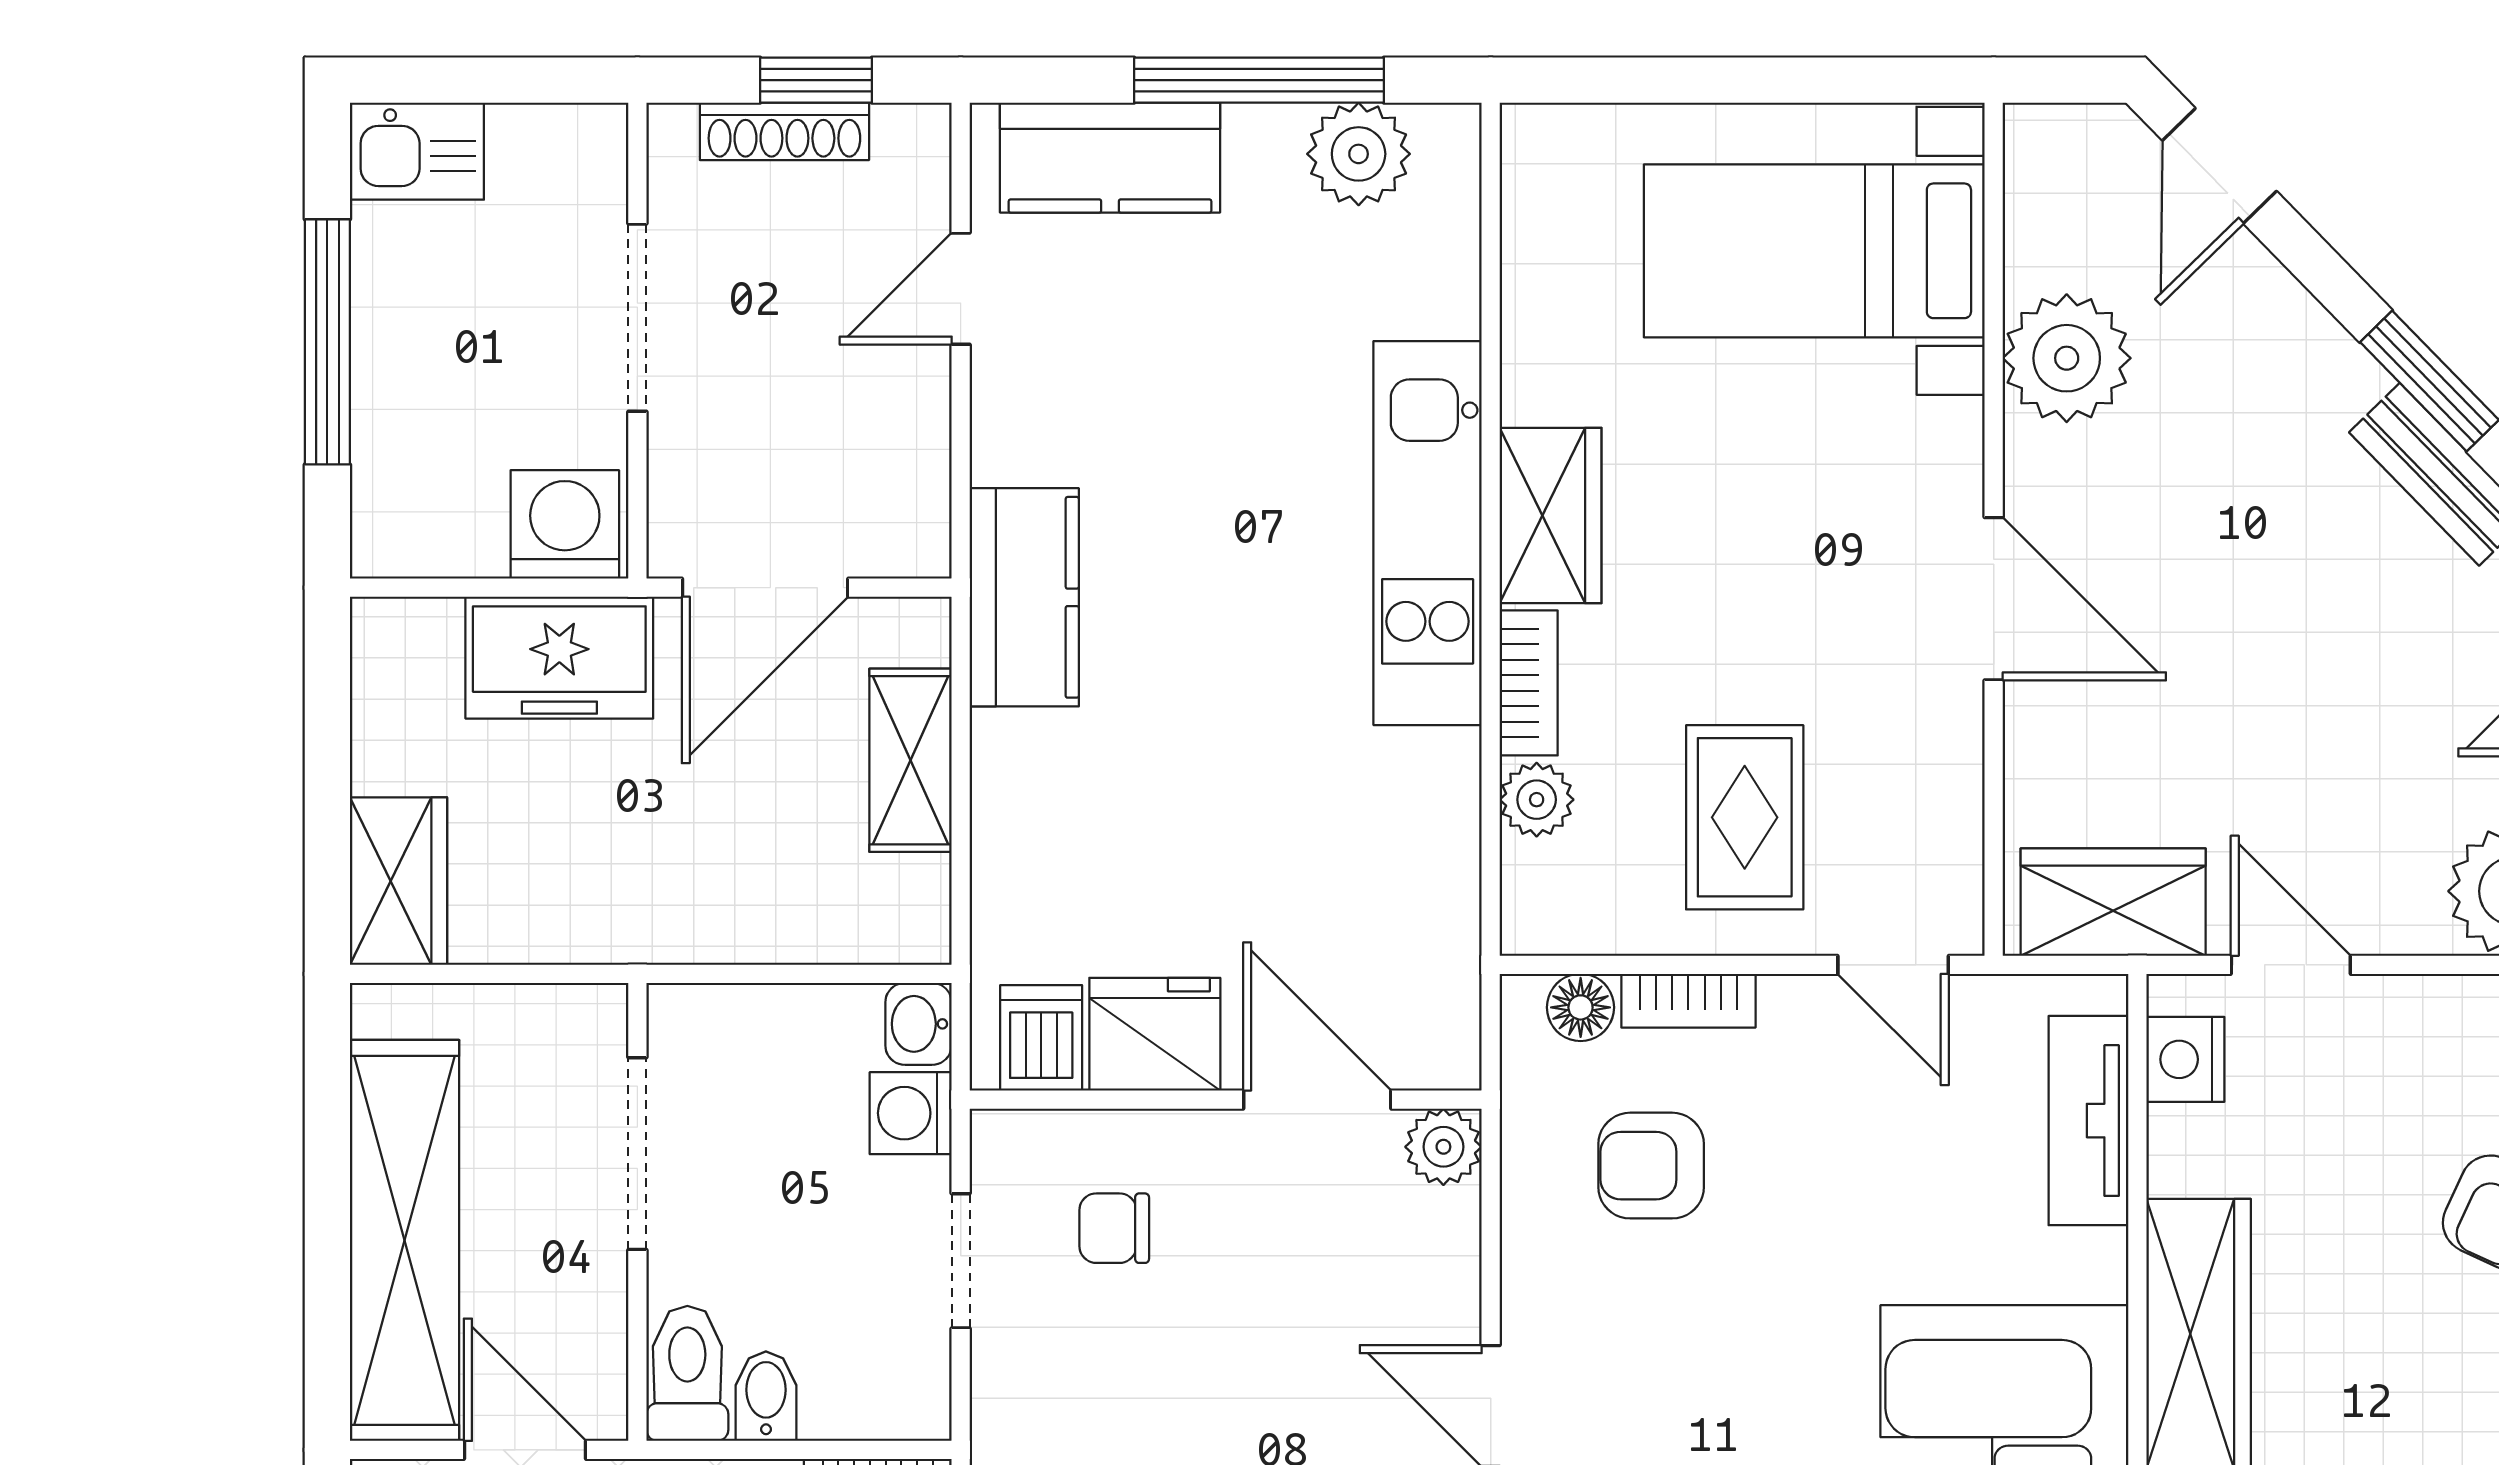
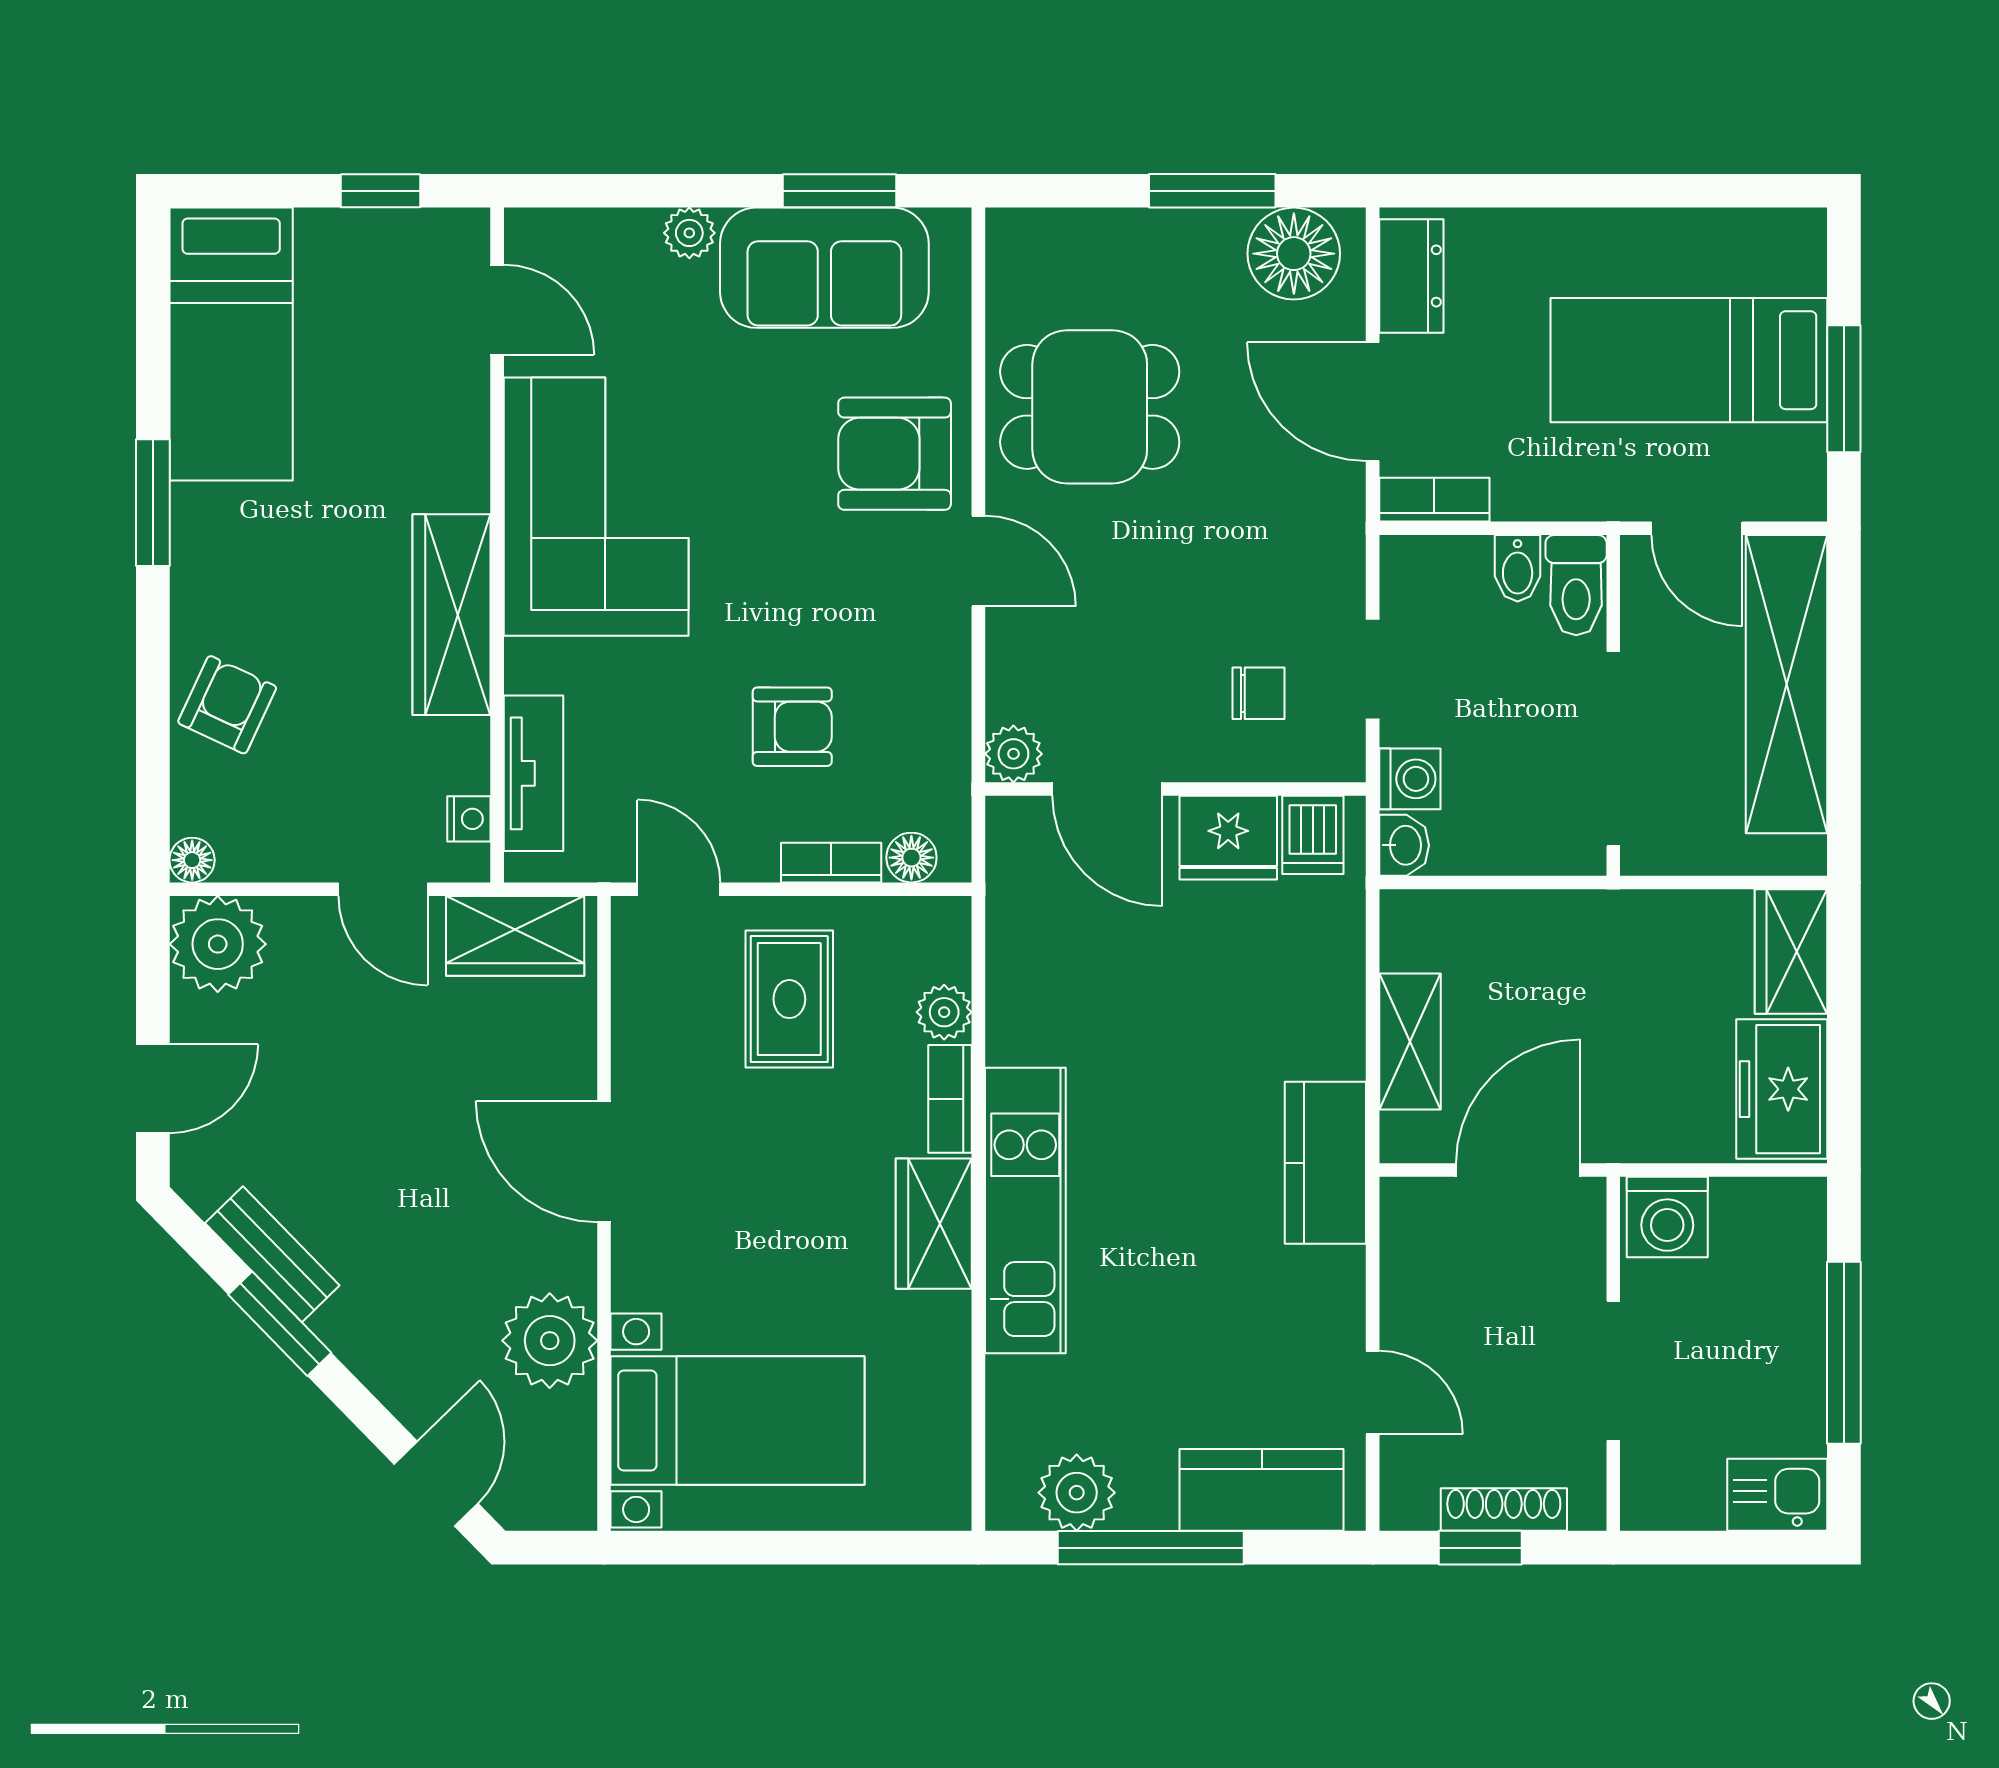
door: (961, 289) -> (1373, 1392), hinge flipped
freezer: (559, 658) -> (1782, 1089), moved, turned -90
nightstand: (2185, 1059) -> (469, 819), width x0.72, depth x0.74
doorway: (637, 1154) -> (1613, 749), width x1.36
armchair: (1651, 1166) -> (792, 727), moved

